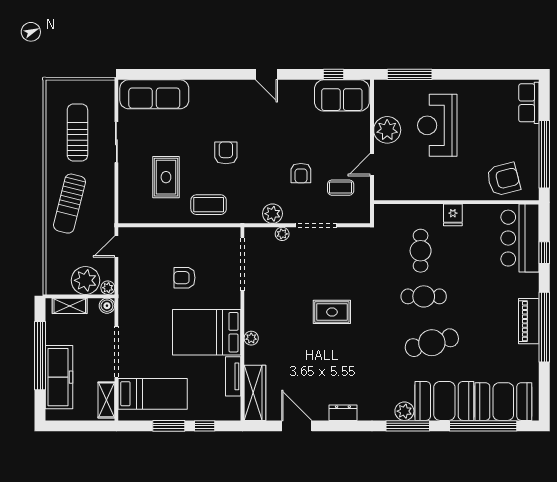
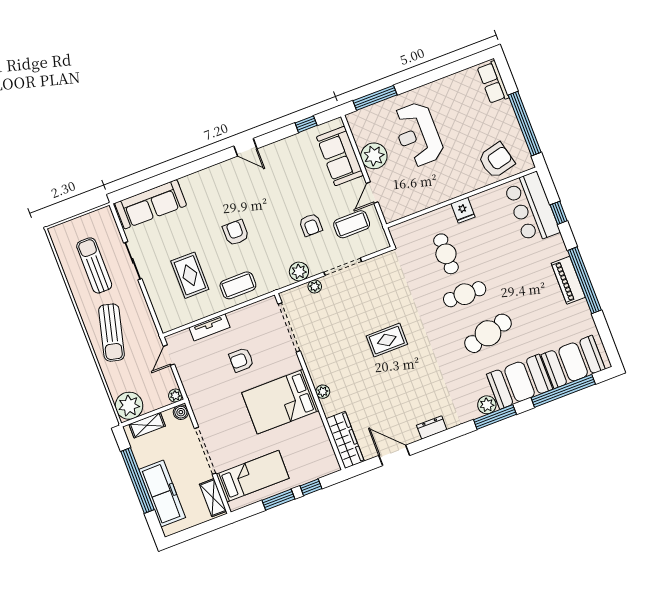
sofa: (342, 95) -> (340, 156), moved, turned 90
coffee table: (341, 188) -> (352, 224), width x1.36, depth x1.30
plant: (85, 280) -> (129, 406), moved
tv unit: (233, 376) -> (210, 327), moved, turned -90

